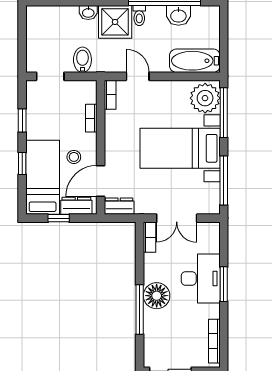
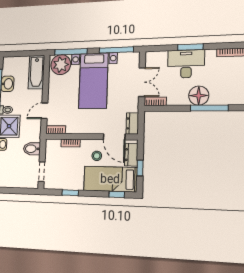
window: (22, 163) -> (117, 194), moved

